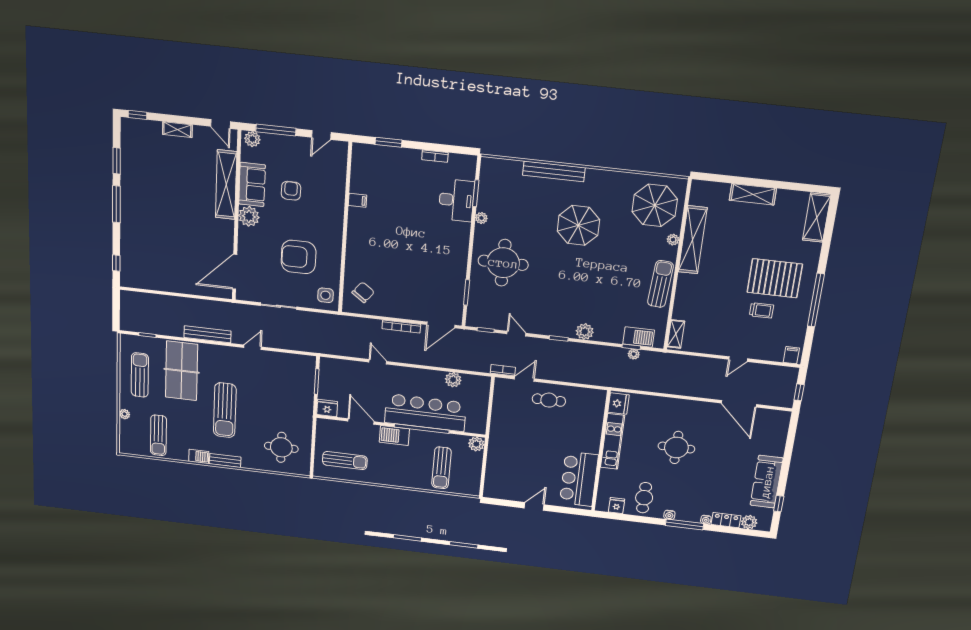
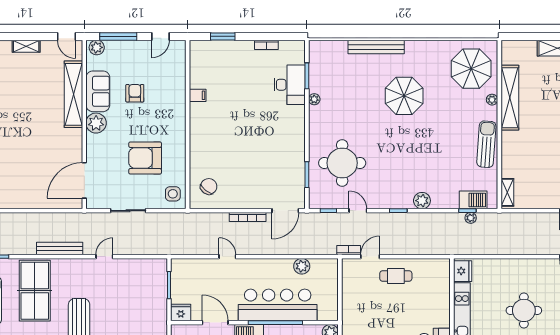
round table: (503, 263) -> (342, 163), moved

